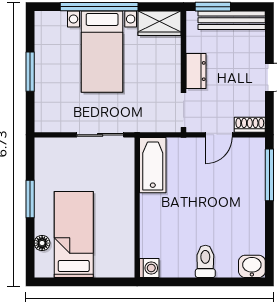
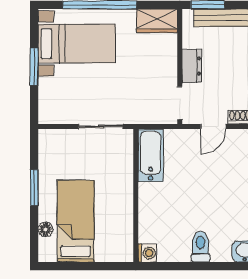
bed with nightstands: (102, 52) -> (77, 44), moved, turned -90

